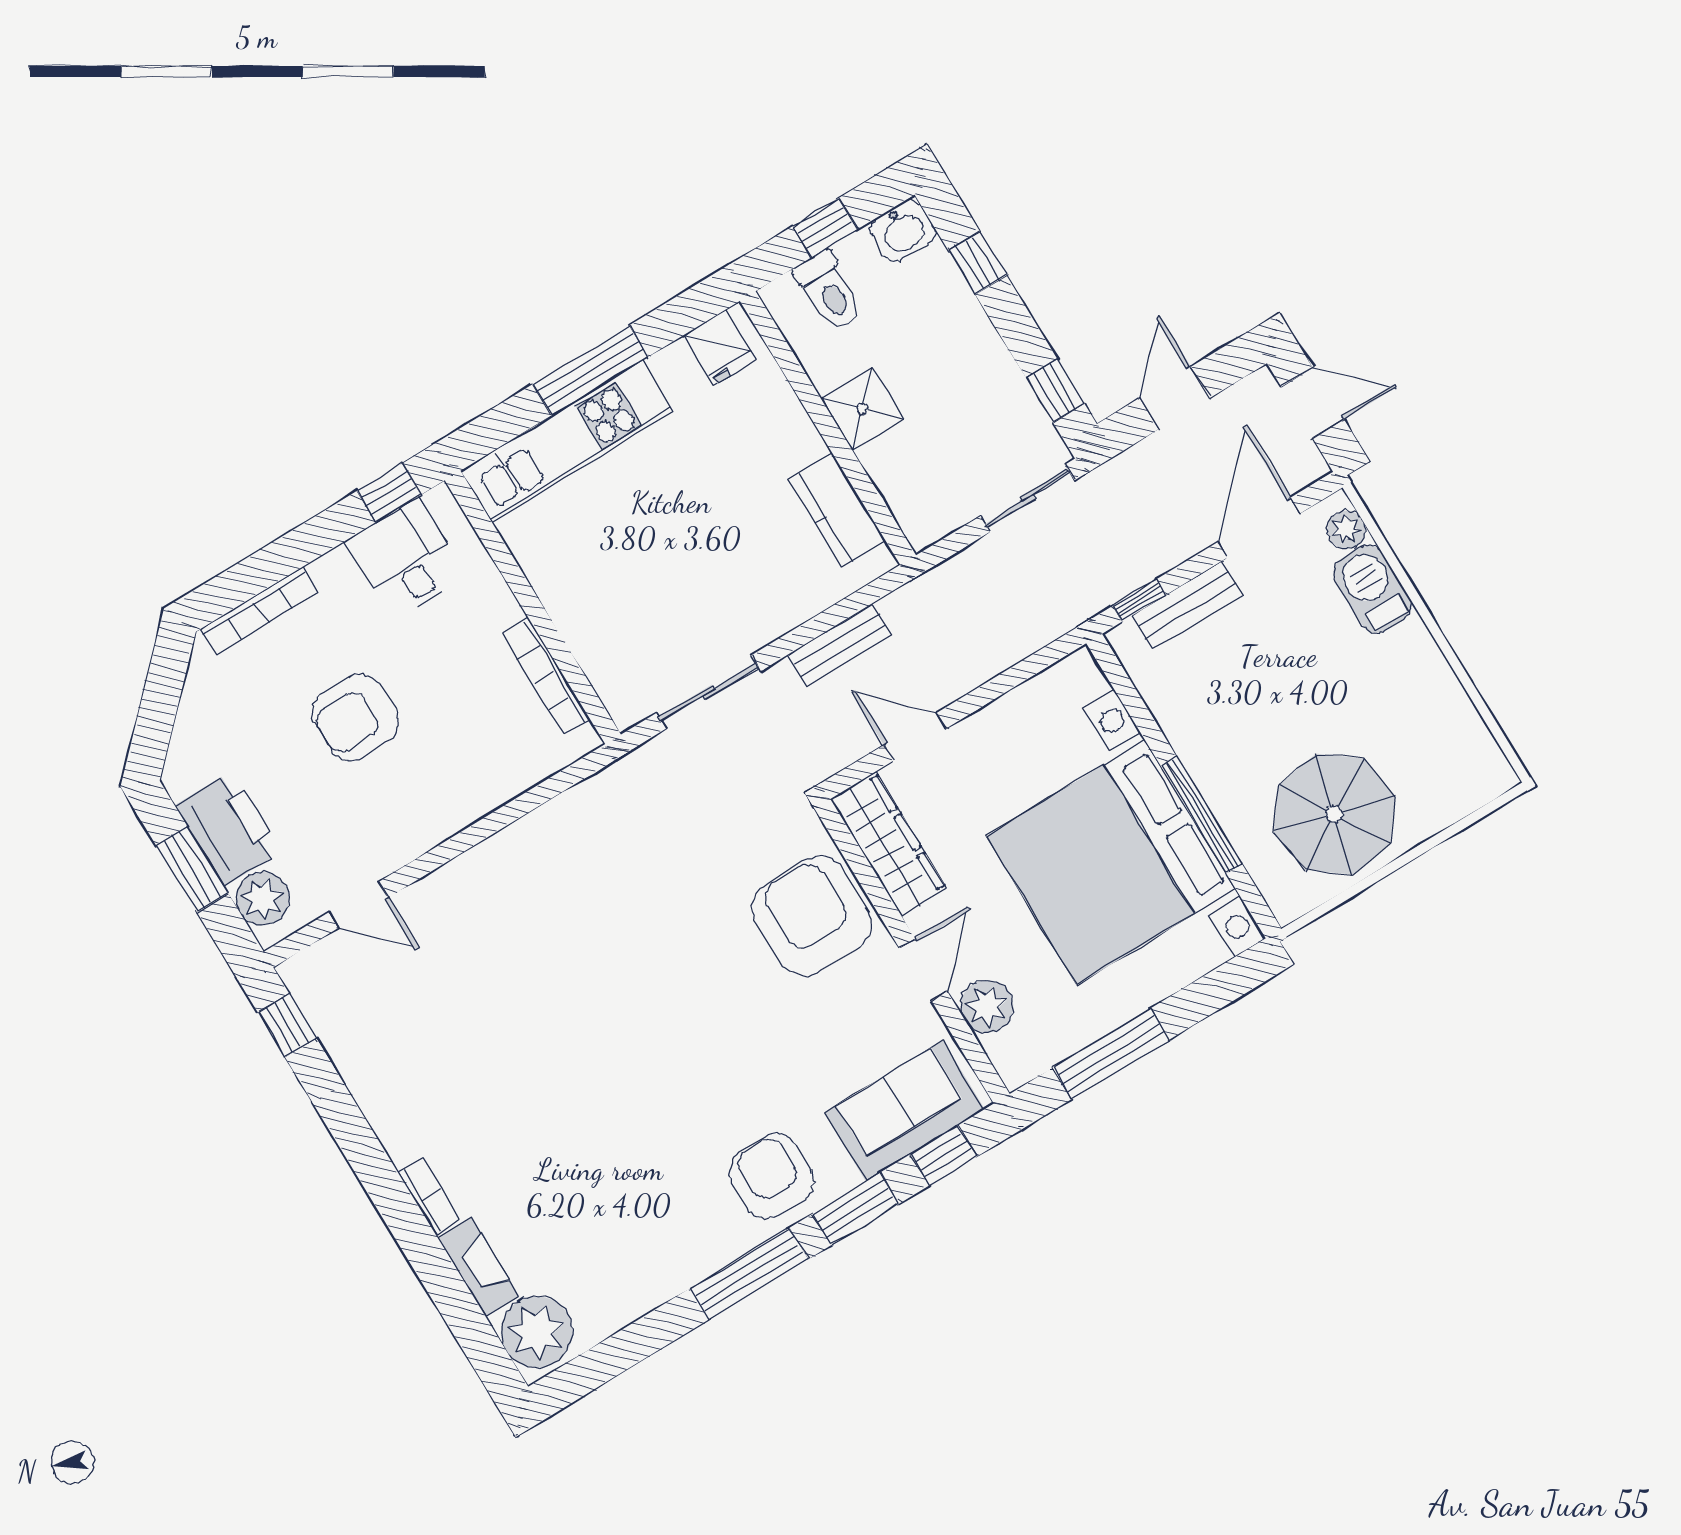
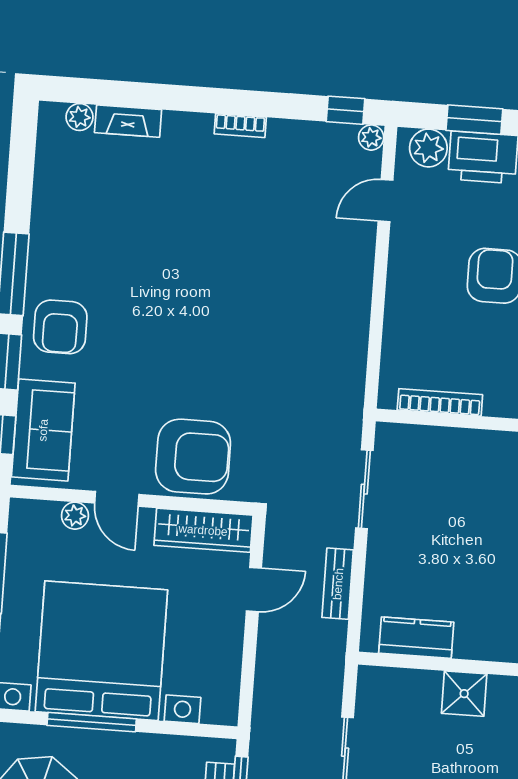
plant: (298, 973) -> (371, 138), added
plant: (987, 1006) -> (75, 516), width x0.73, depth x0.73
armchair: (772, 1176) -> (60, 327), turned 90
bookcase: (429, 1197) -> (240, 126), moved
plant: (537, 1332) -> (80, 117), width x0.53, depth x0.53

